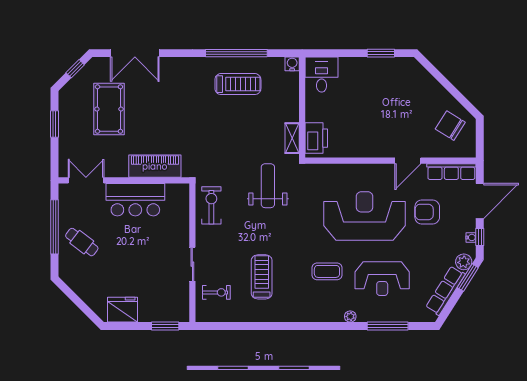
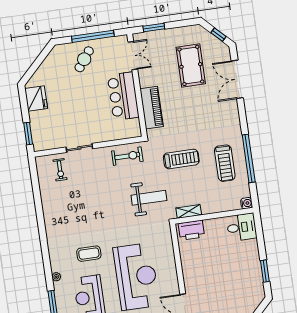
pool table: (109, 109) -> (191, 65), turned 90
window: (54, 124) -> (154, 27), moved
coffee table: (327, 271) -> (89, 254), turned 90
treadmill: (262, 277) -> (181, 159), moved

